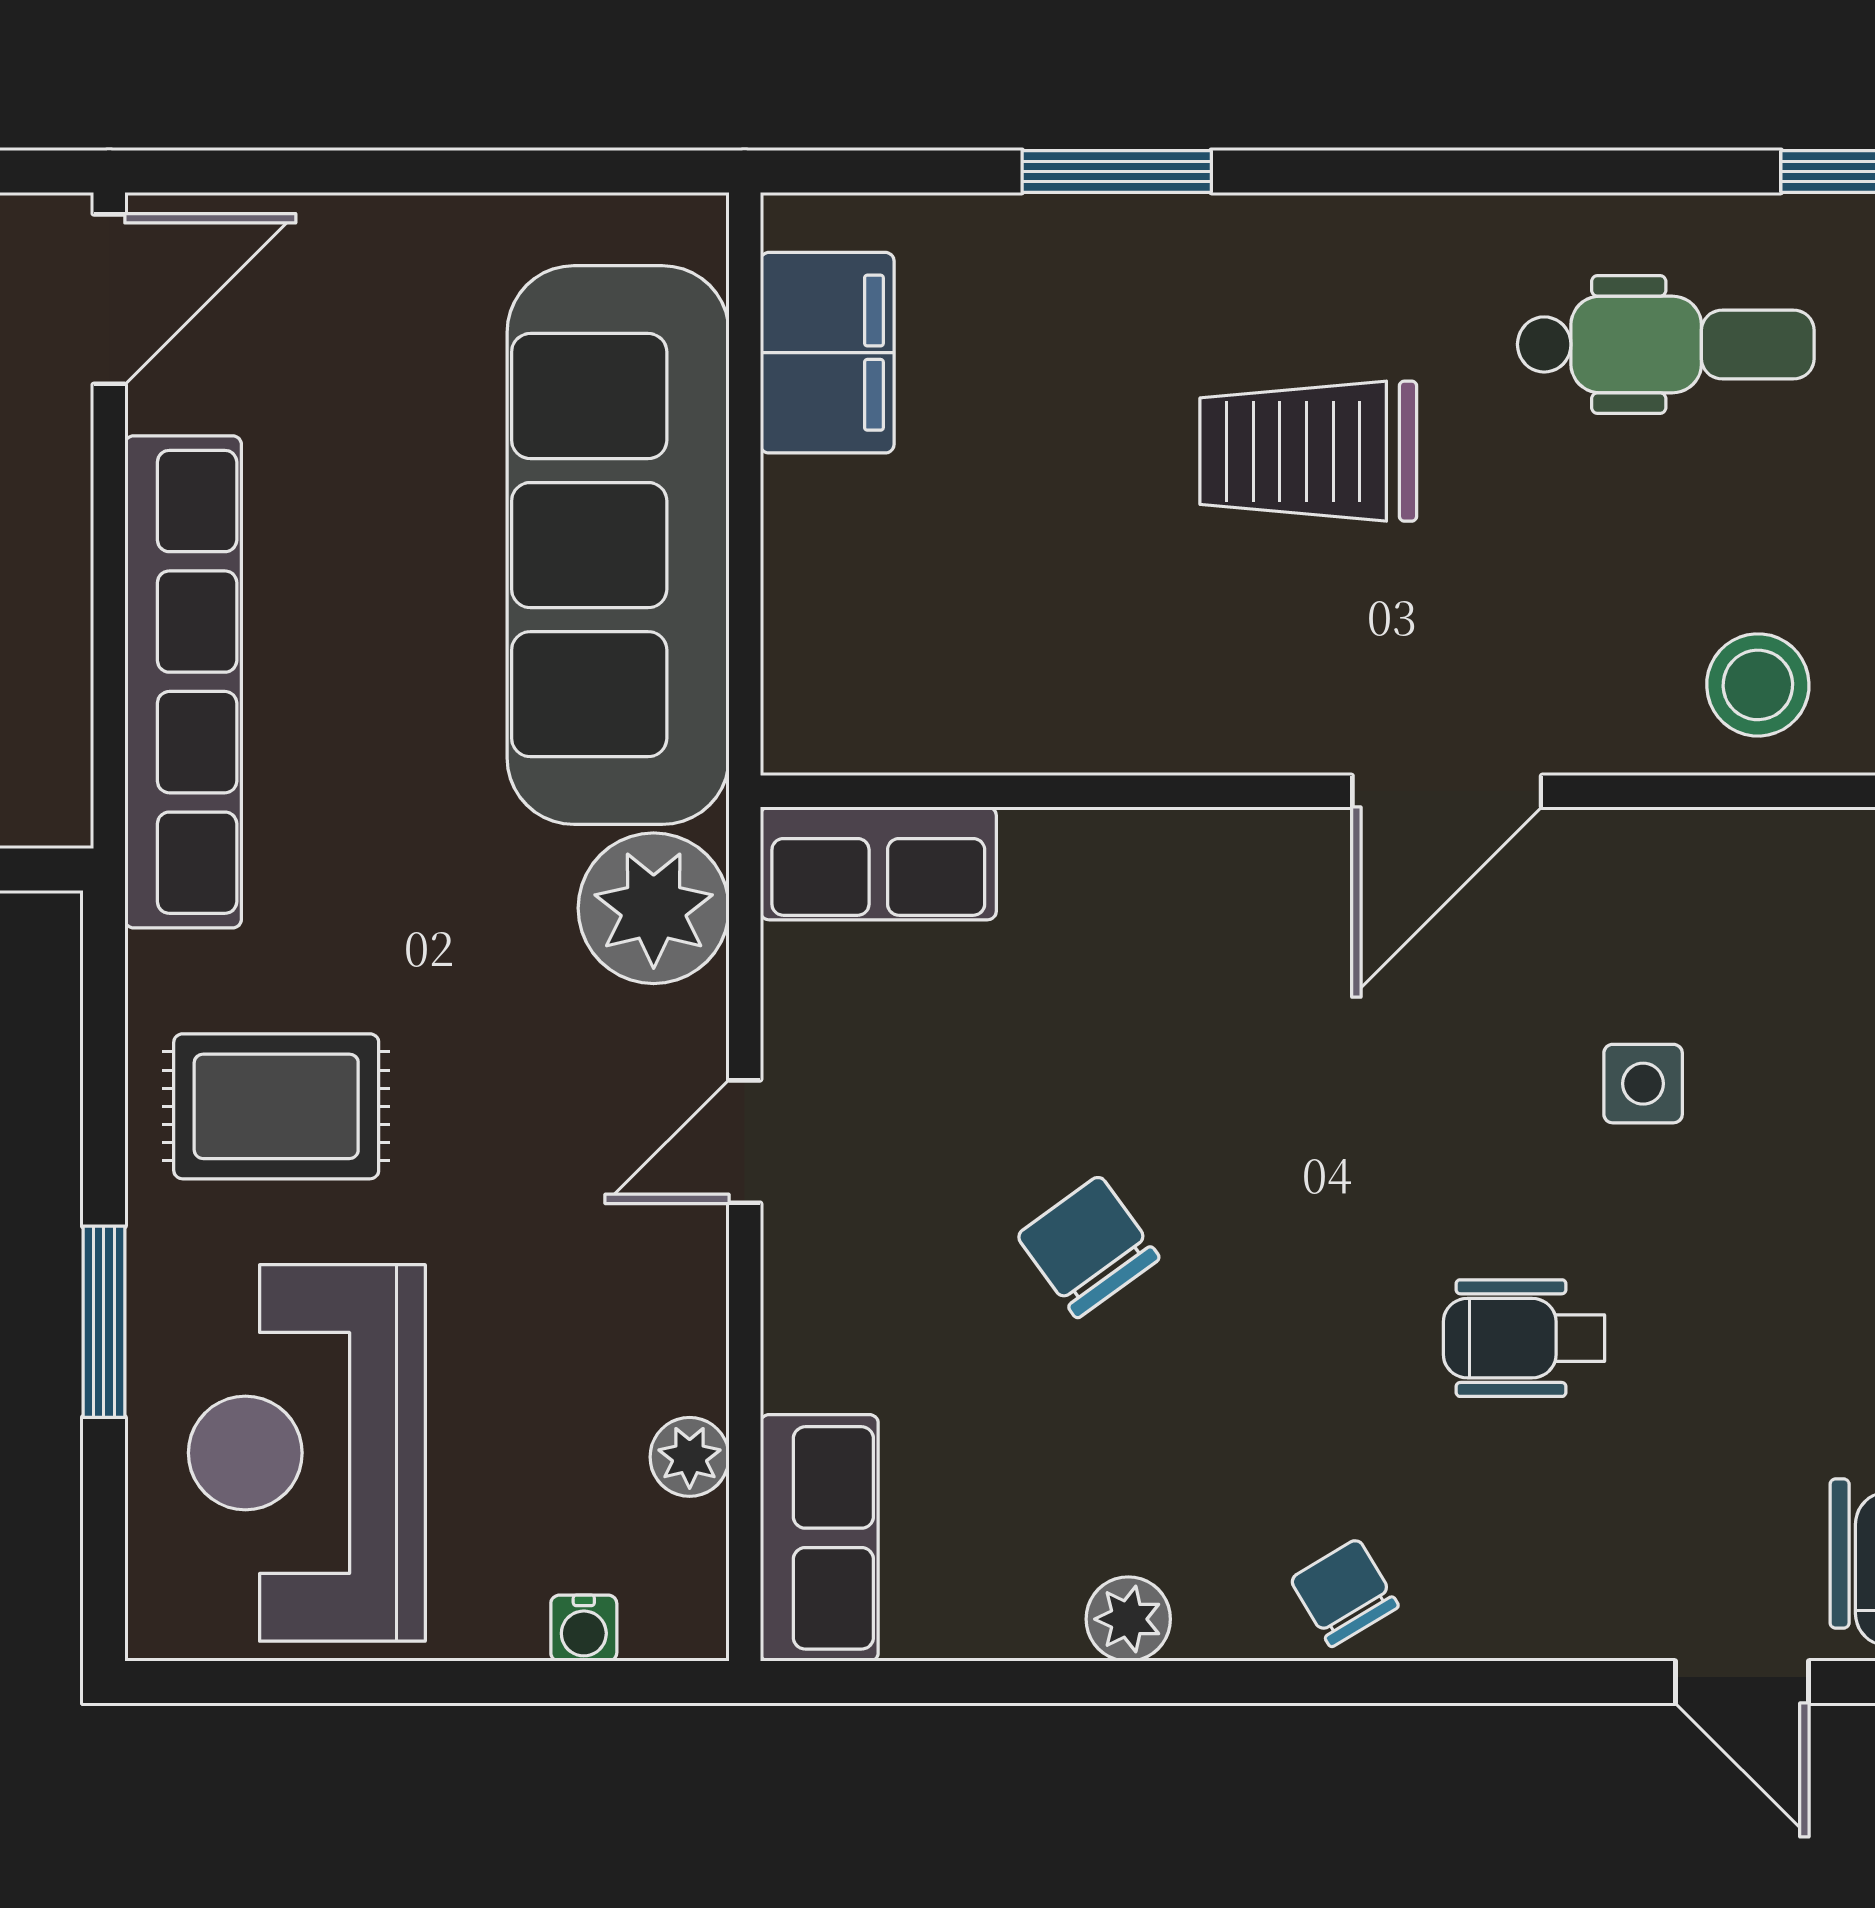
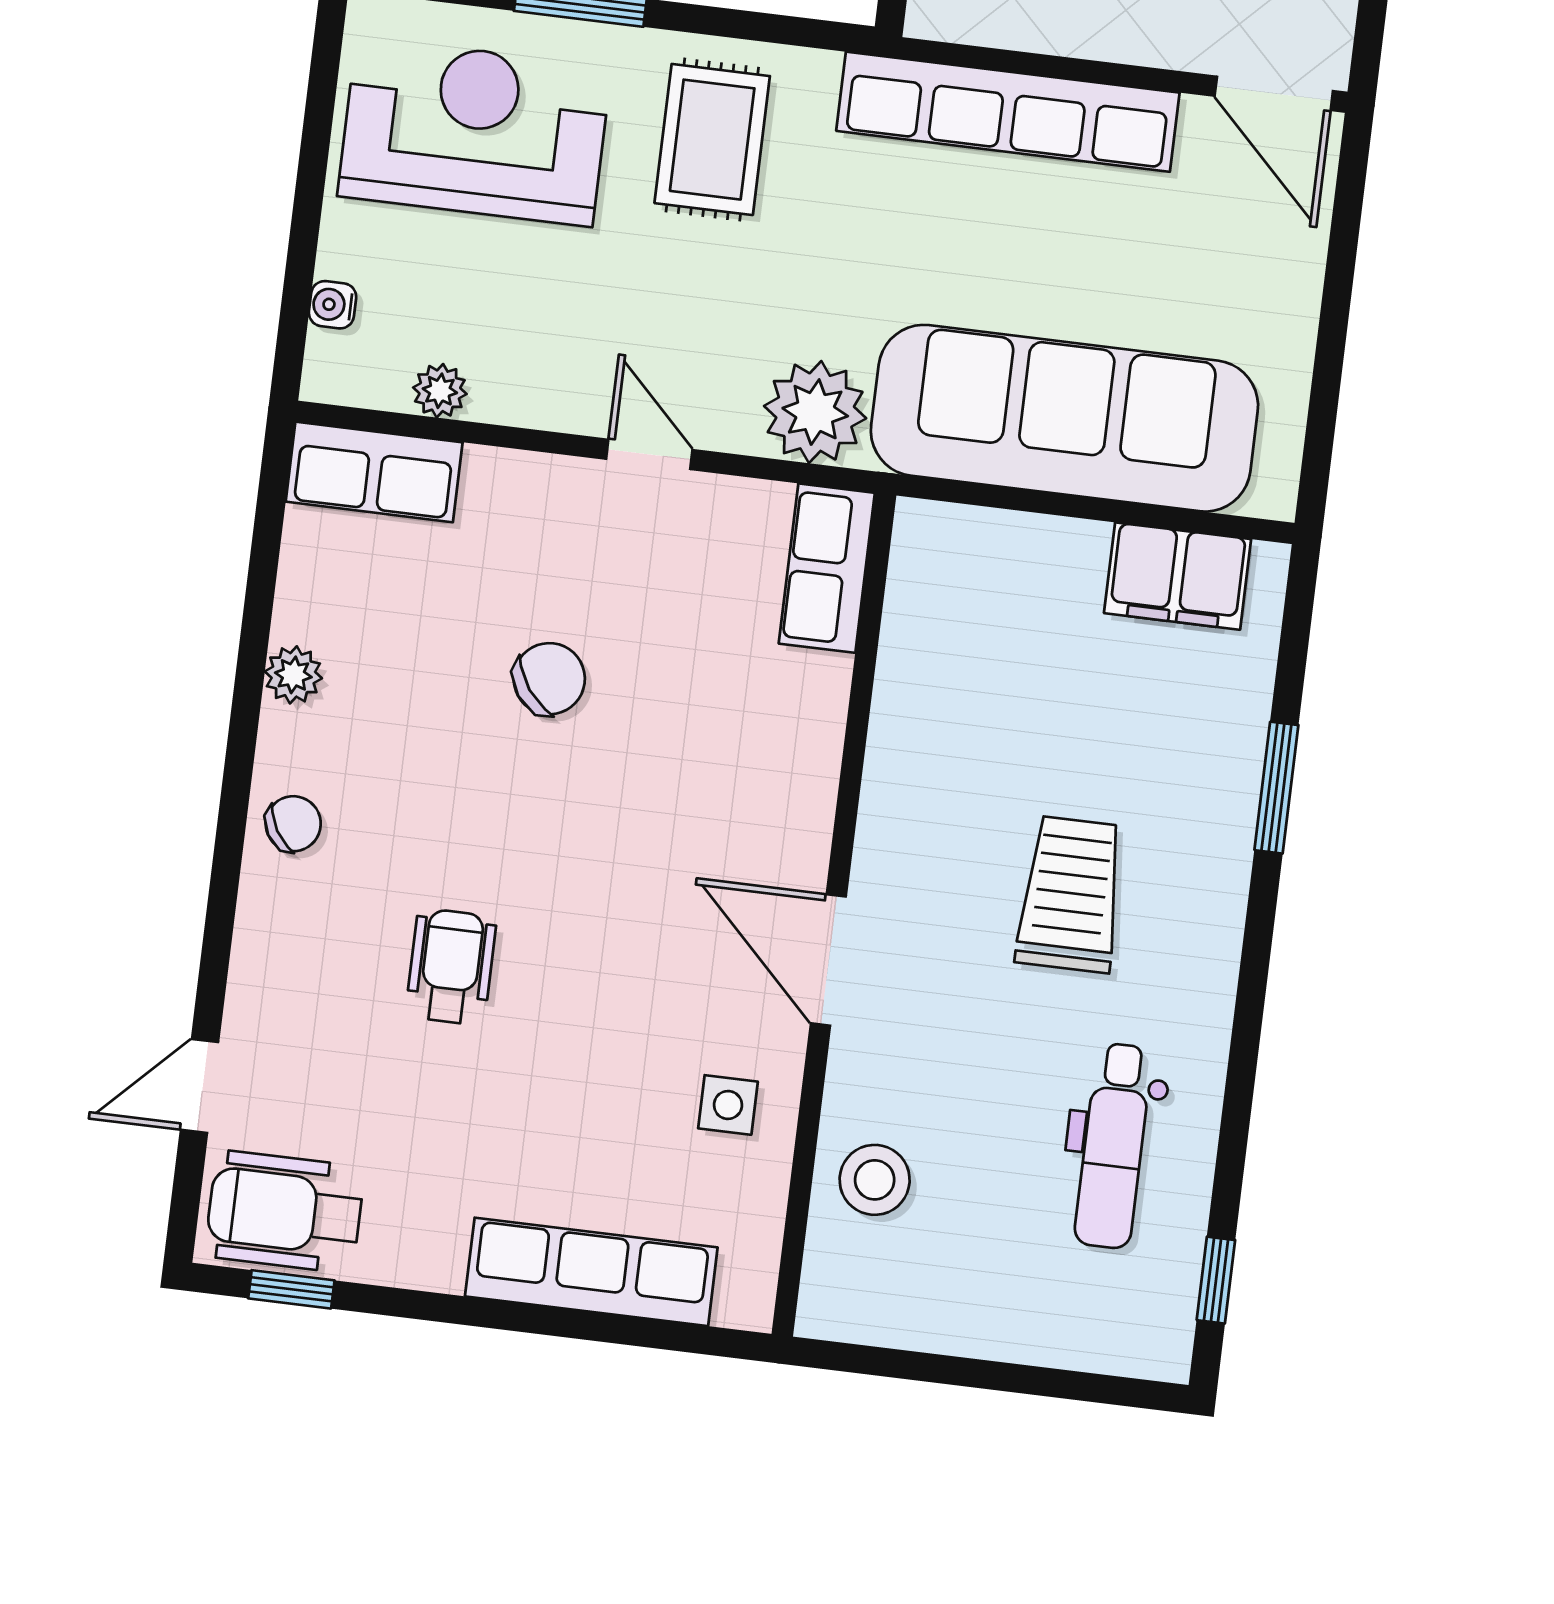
side table: (1643, 1084) -> (728, 1105), moved

